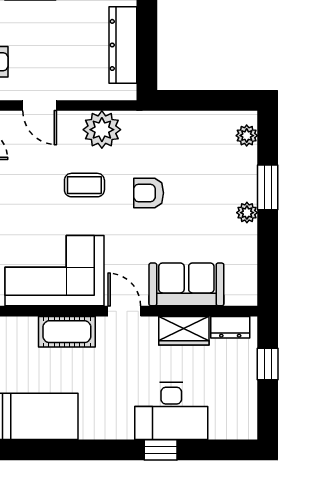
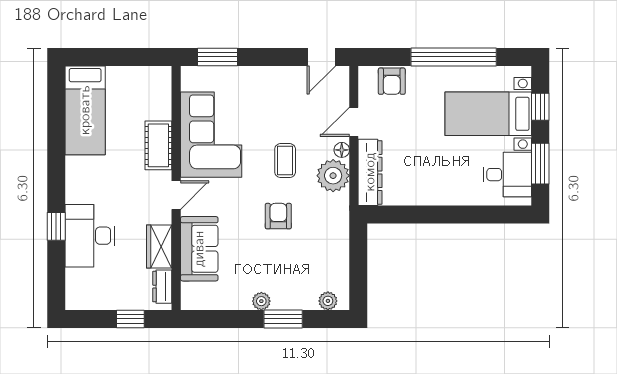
dresser: (123, 45) -> (370, 172), moved, turned 90
floor lamp: (72, 120) -> (342, 150), added

